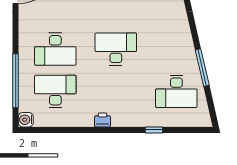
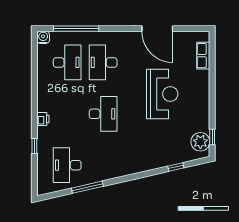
printer: (103, 120) -> (43, 119), moved

